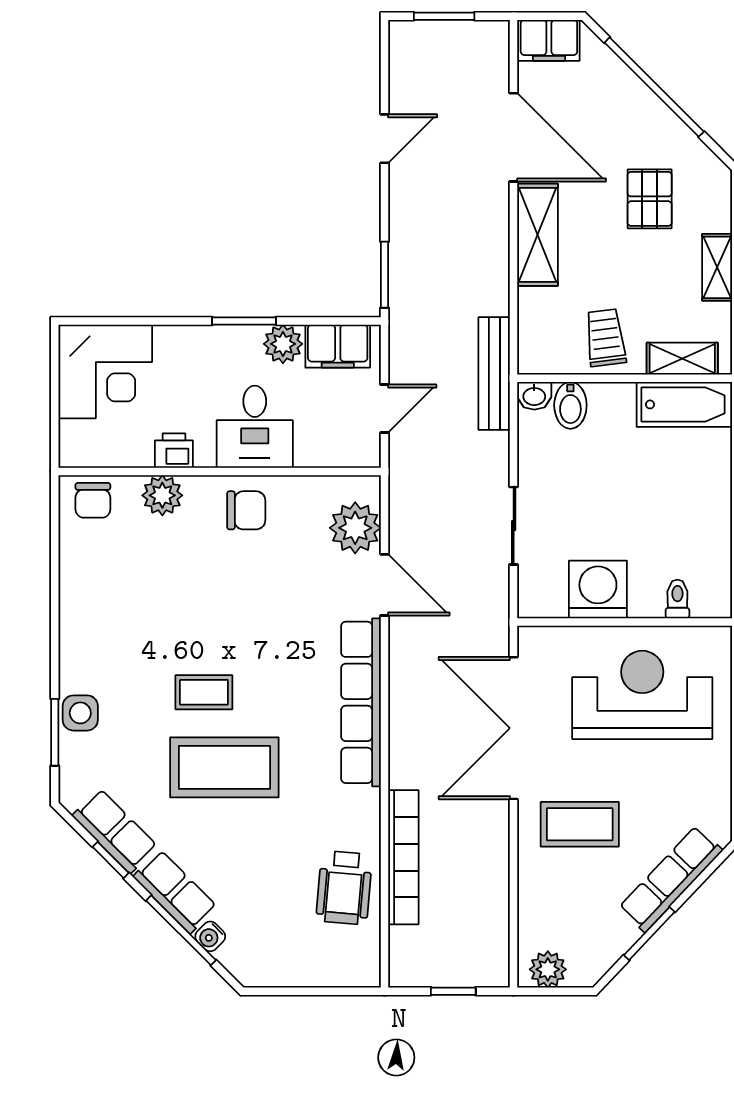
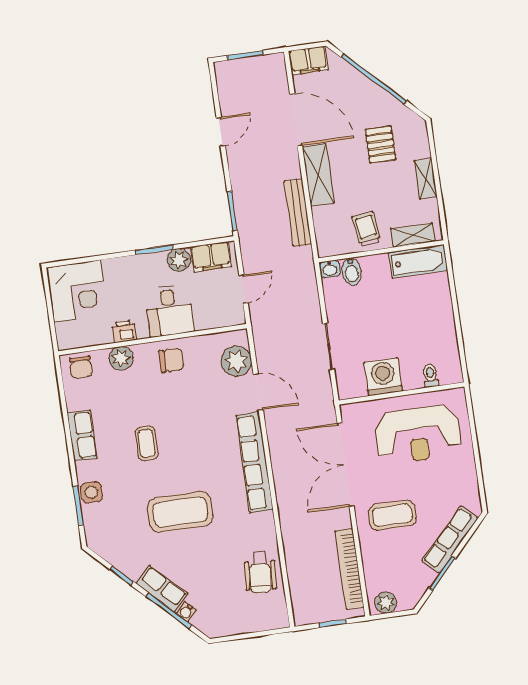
bench: (494, 374) -> (298, 213), moved
coffee table: (204, 692) -> (146, 443), moved, turned 90
reception desk: (642, 695) -> (418, 435), turned 180
row of seats: (115, 831) -> (82, 436), moved, turned 45
bookcase: (403, 857) -> (349, 569), moved, turned 180

